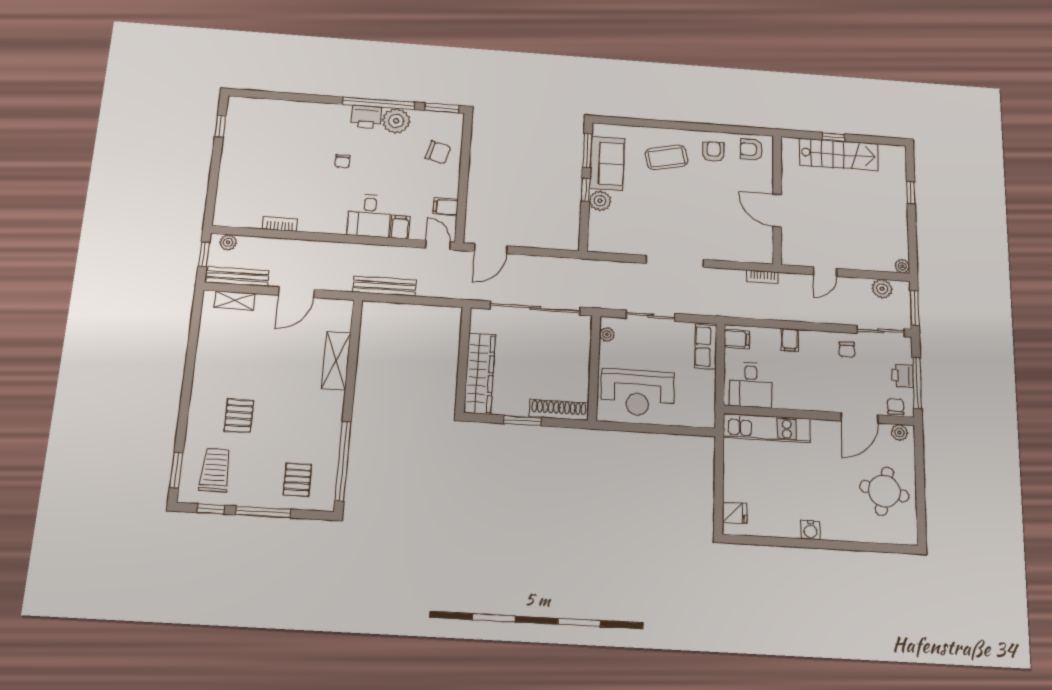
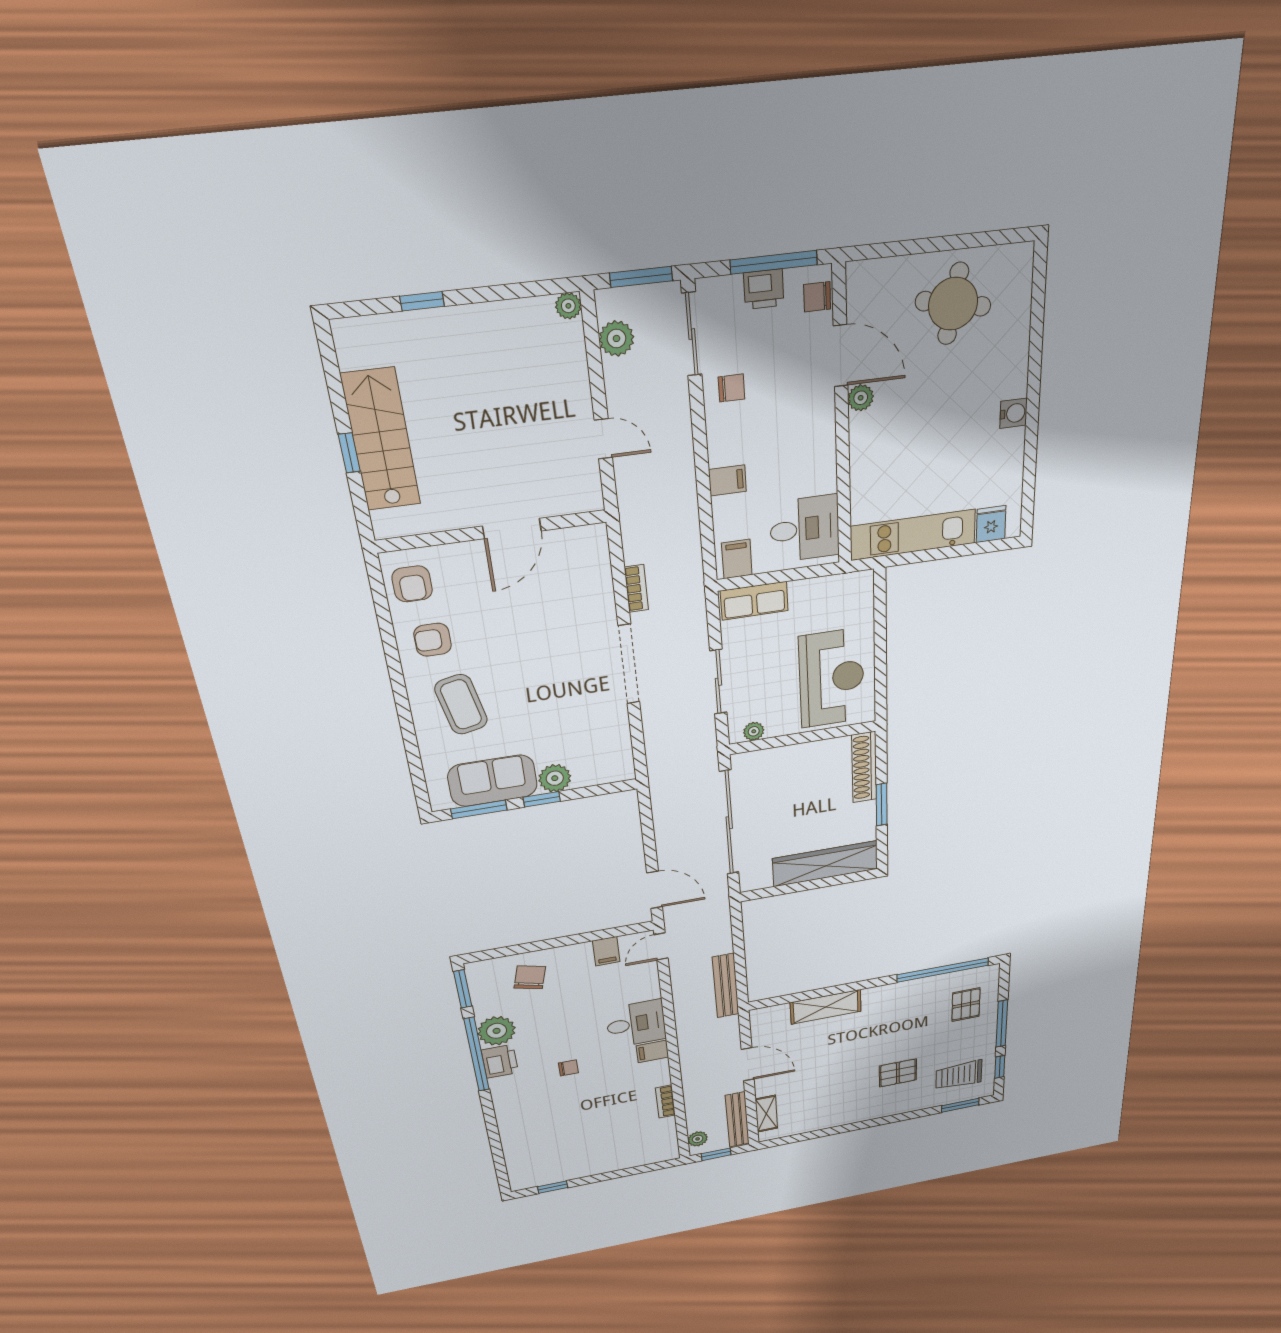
filing cabinet: (400, 227) -> (652, 1051), moved
bookcase: (762, 277) -> (636, 588), moved
kitchen unit: (767, 428) -> (913, 535), moved, turned -90
plant: (899, 432) -> (861, 398), moved
pallet: (297, 480) -> (966, 1005), turned 90

